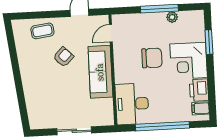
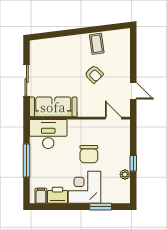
window: (159, 9) -> (133, 163), width x0.46
coffee table: (42, 31) -> (97, 44), moved
sofa: (100, 72) -> (53, 107), moved
window: (162, 126) -> (27, 161), width x0.68

